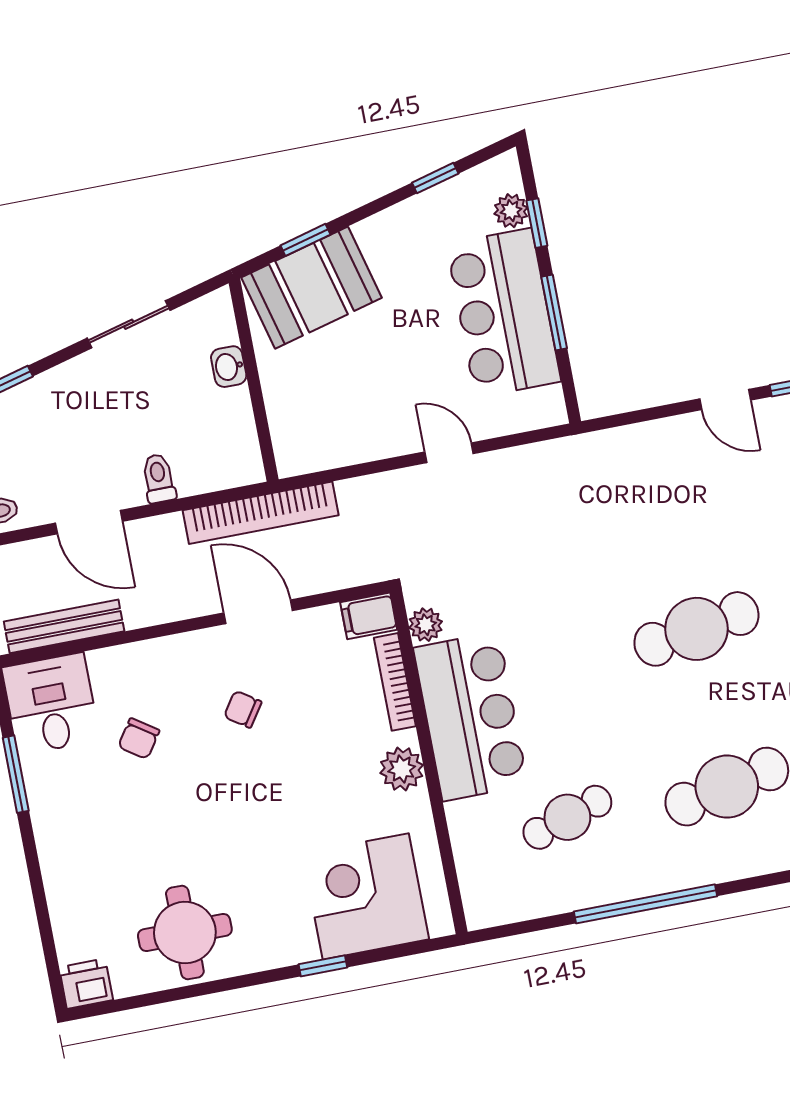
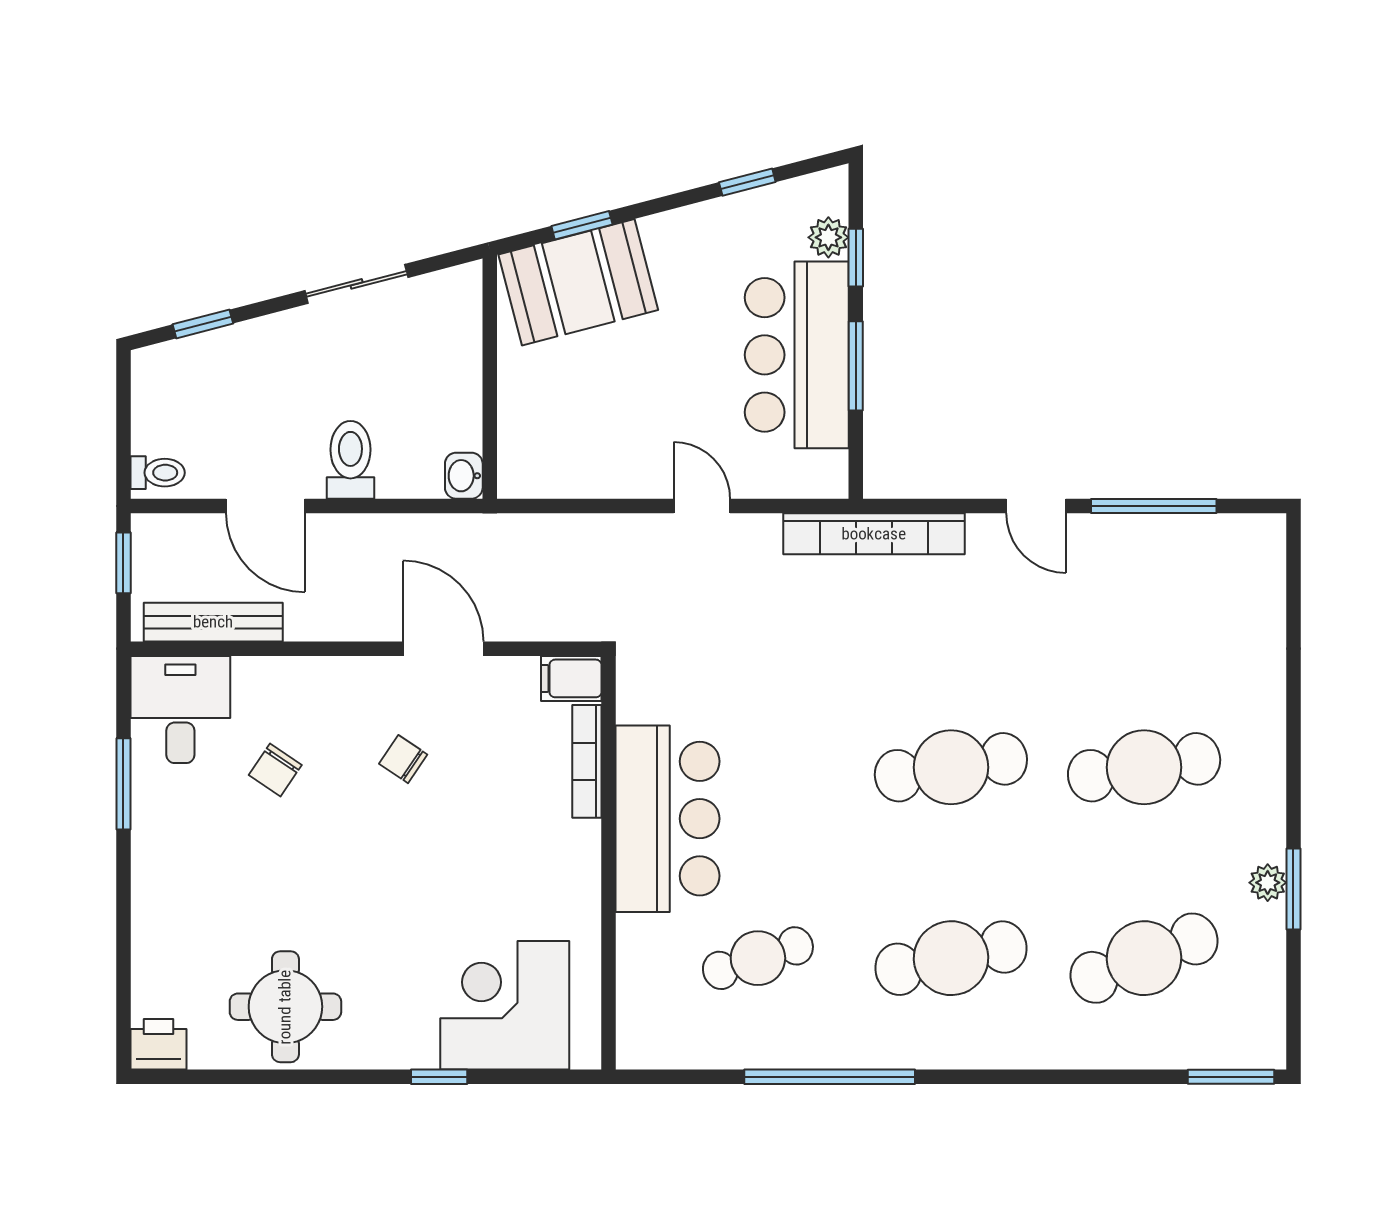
washbasin: (229, 367) -> (464, 476), moved
toilet: (159, 478) -> (350, 460), width x1.37, depth x1.39
bookcase: (261, 513) -> (874, 534), moved
plant: (426, 625) -> (636, 701), removed
plant: (402, 769) -> (575, 865), removed

